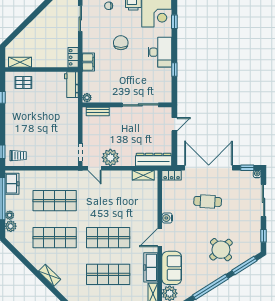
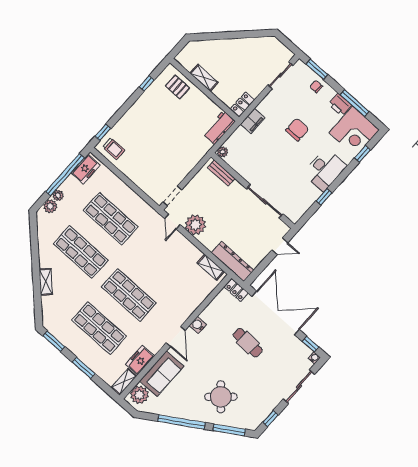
shelving: (20, 62) -> (204, 78), moved
door: (160, 237) -> (176, 337), swing flipped
freezer: (151, 267) -> (140, 360), width x0.71

